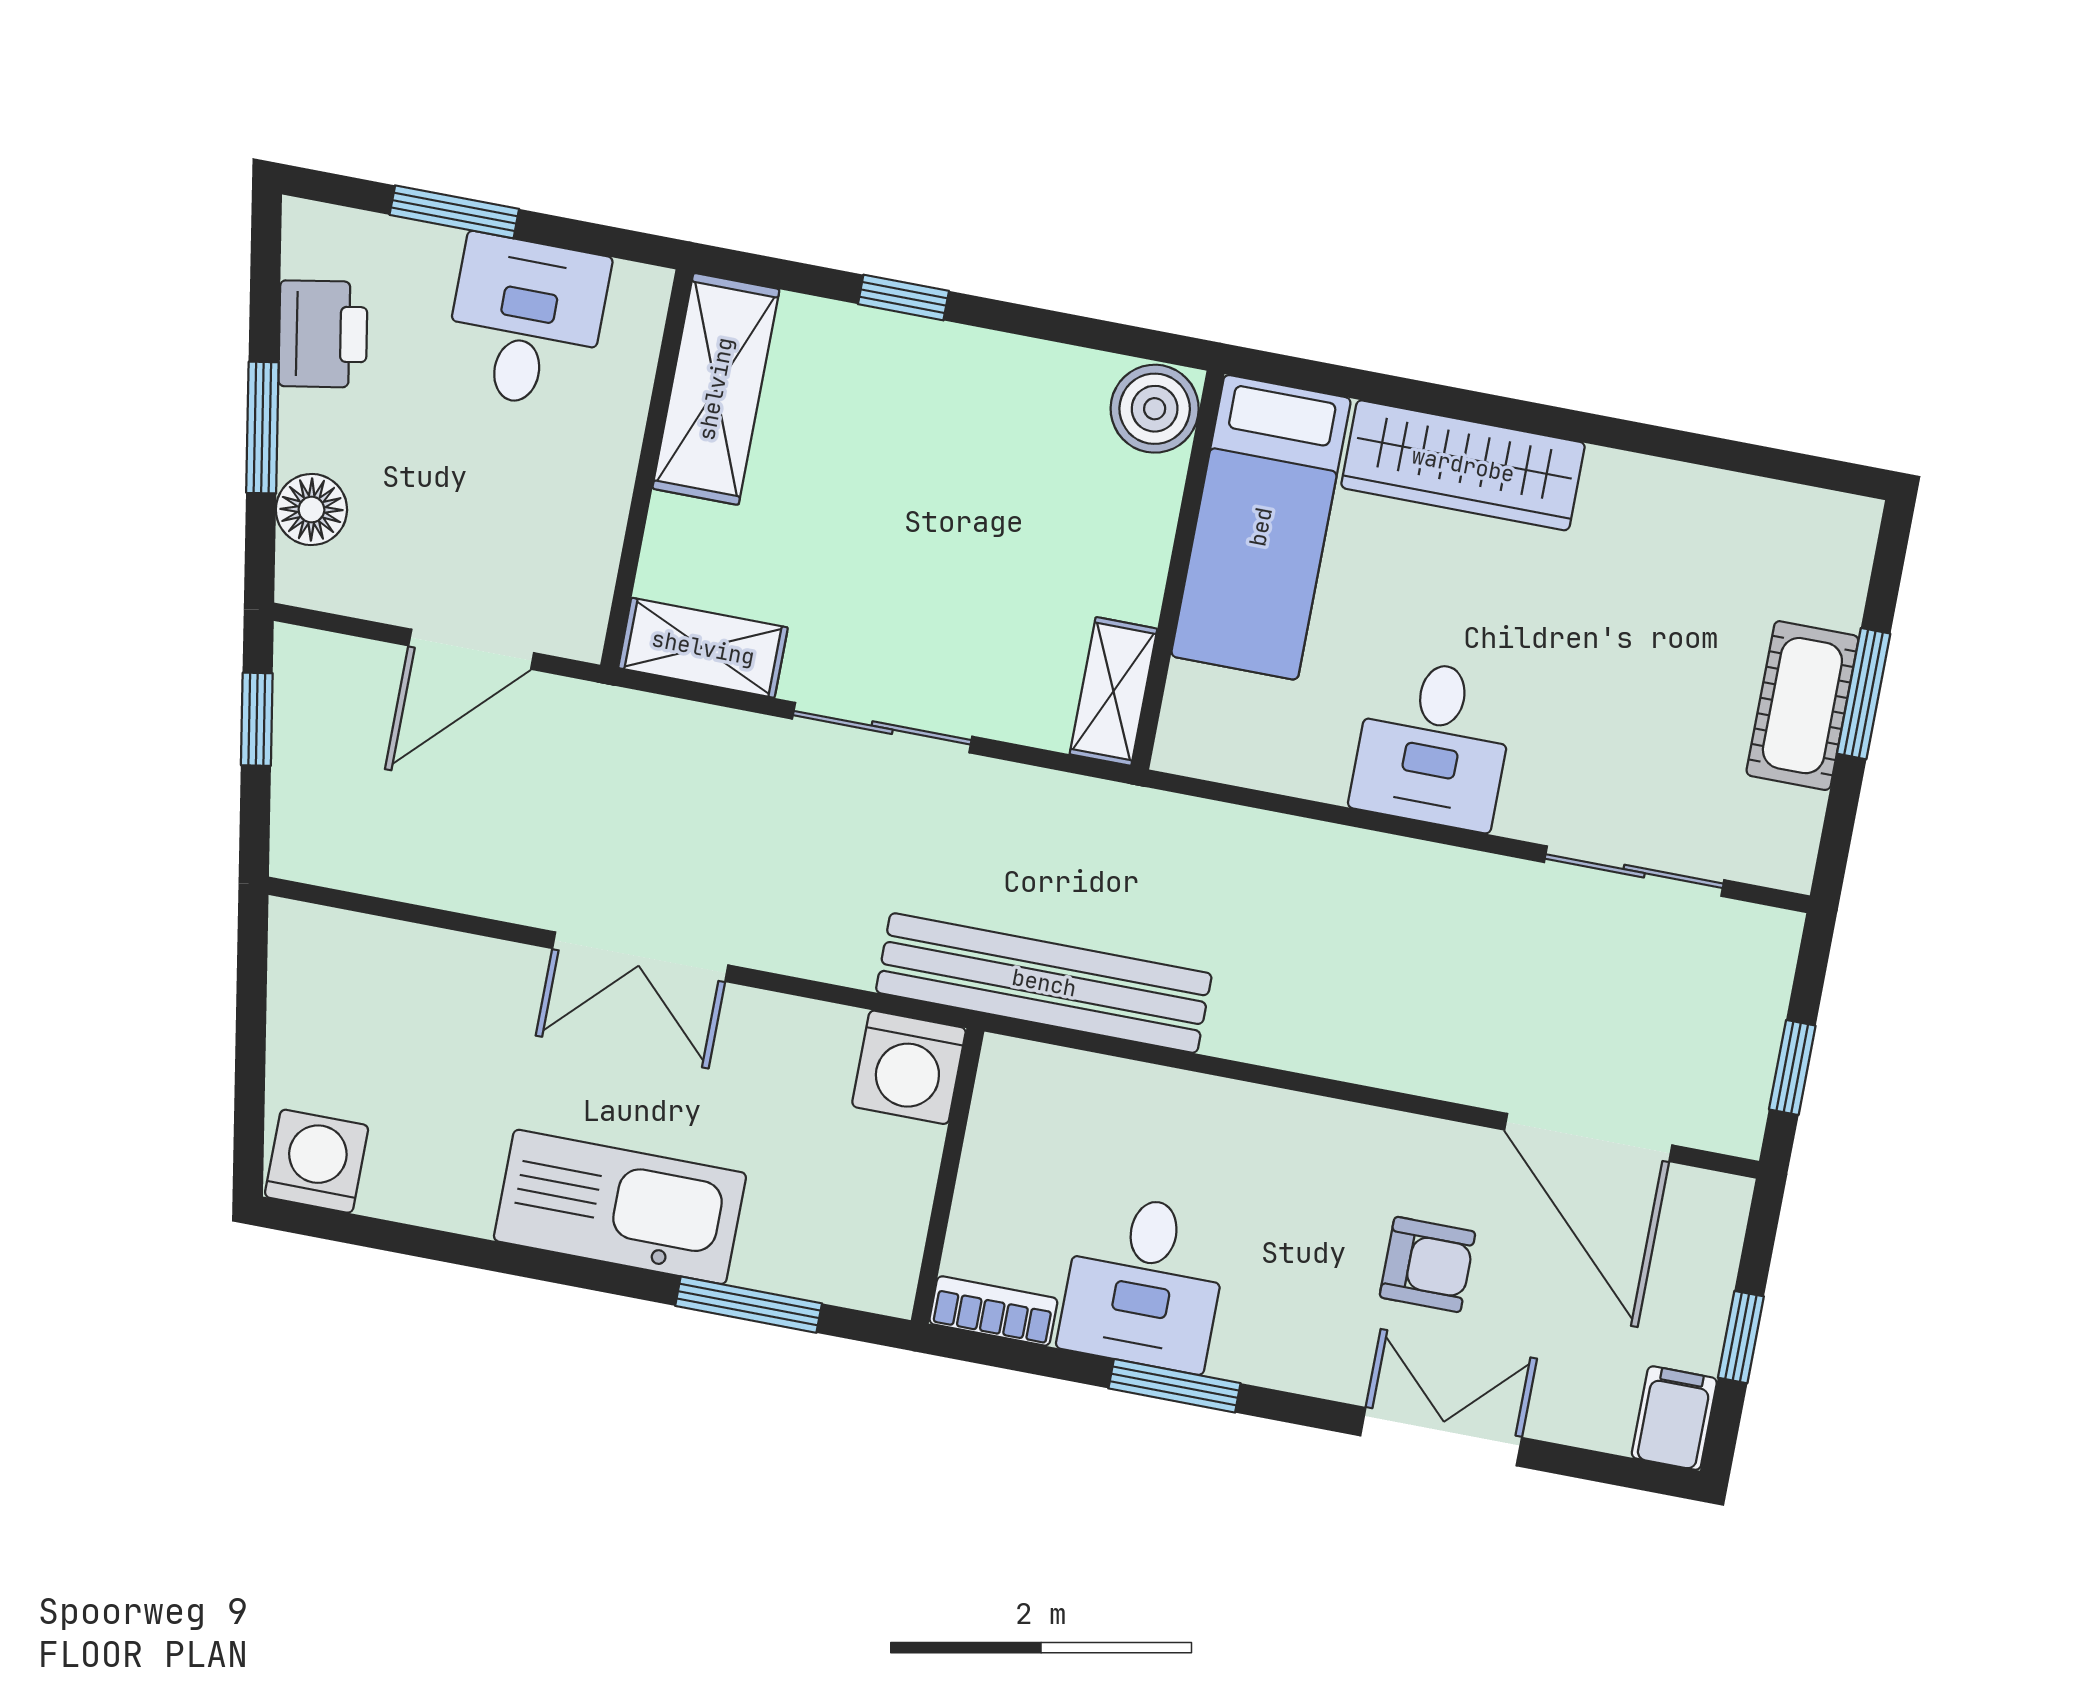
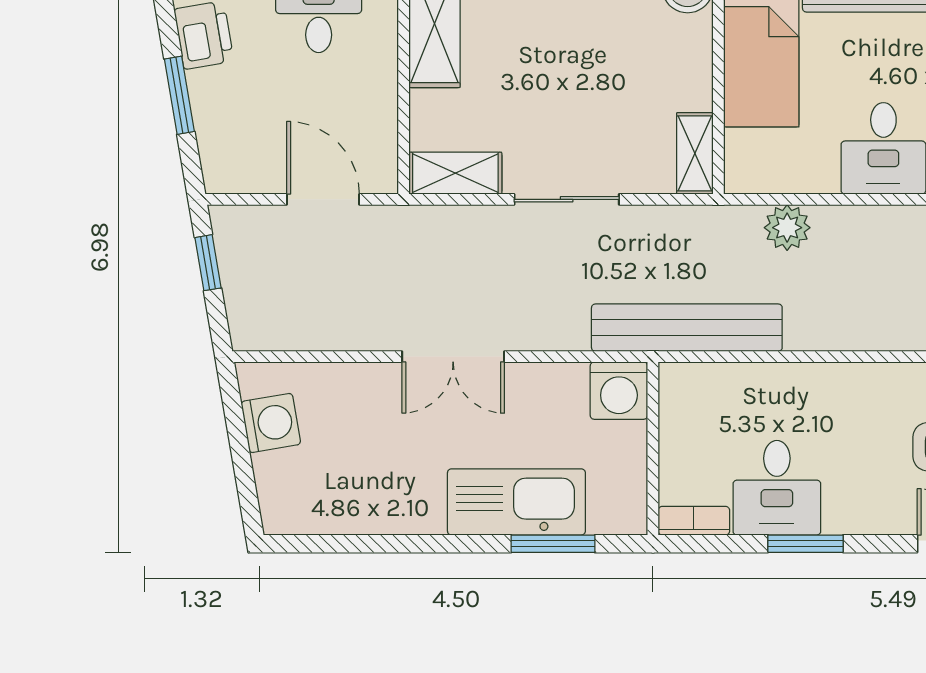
floor lamp: (311, 510) -> (216, 137), removed
door: (471, 649) -> (323, 199), swing flipped
plant: (1245, 846) -> (787, 228), added
washing machine: (317, 1161) -> (271, 423), moved, turned 80
kitchen sink: (620, 1207) -> (516, 502), moved

